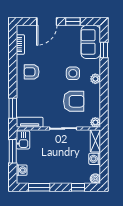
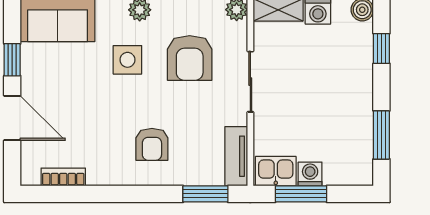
armchair: (32, 72) -> (152, 144), moved
armchair: (74, 101) -> (190, 58), turned 180
washing machine: (22, 170) -> (310, 174), moved

